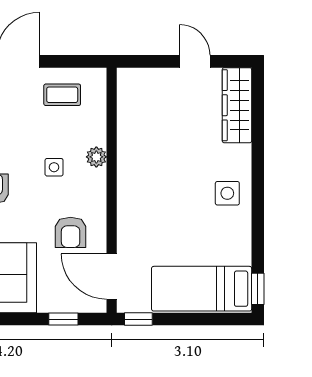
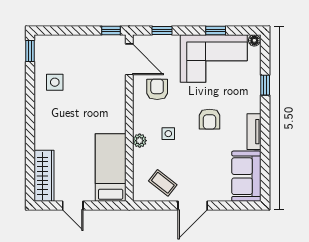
coffee table: (62, 95) -> (163, 183), turned 38
side table: (227, 193) -> (55, 82), moved
bed: (202, 289) -> (111, 167), moved, turned -90

